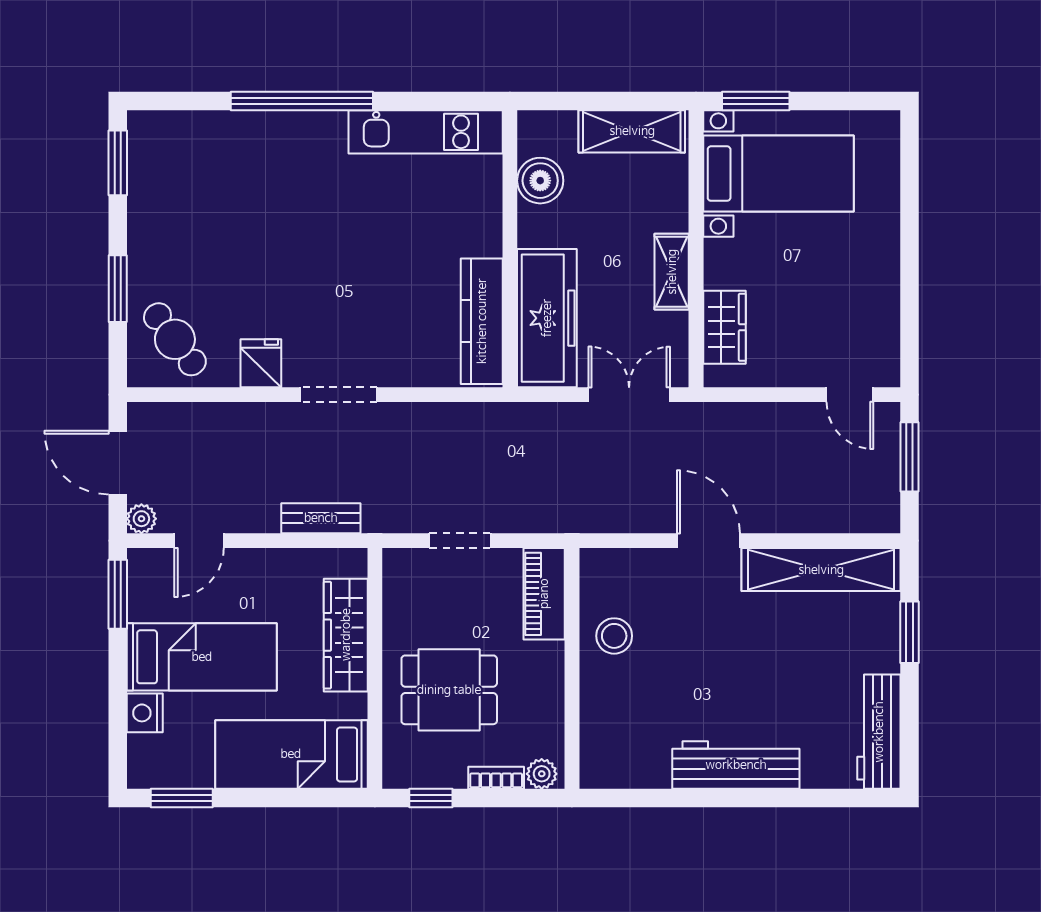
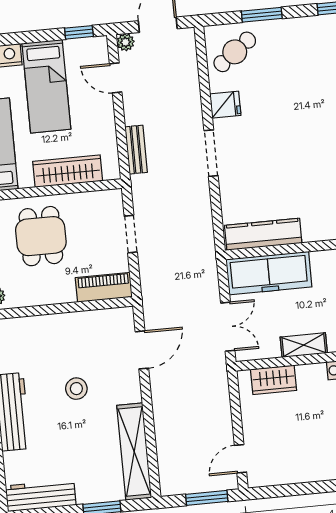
door: (708, 541) -> (142, 350), moved
window: (118, 594) -> (79, 32), width x0.67
stool: (614, 636) -> (76, 389), moved

